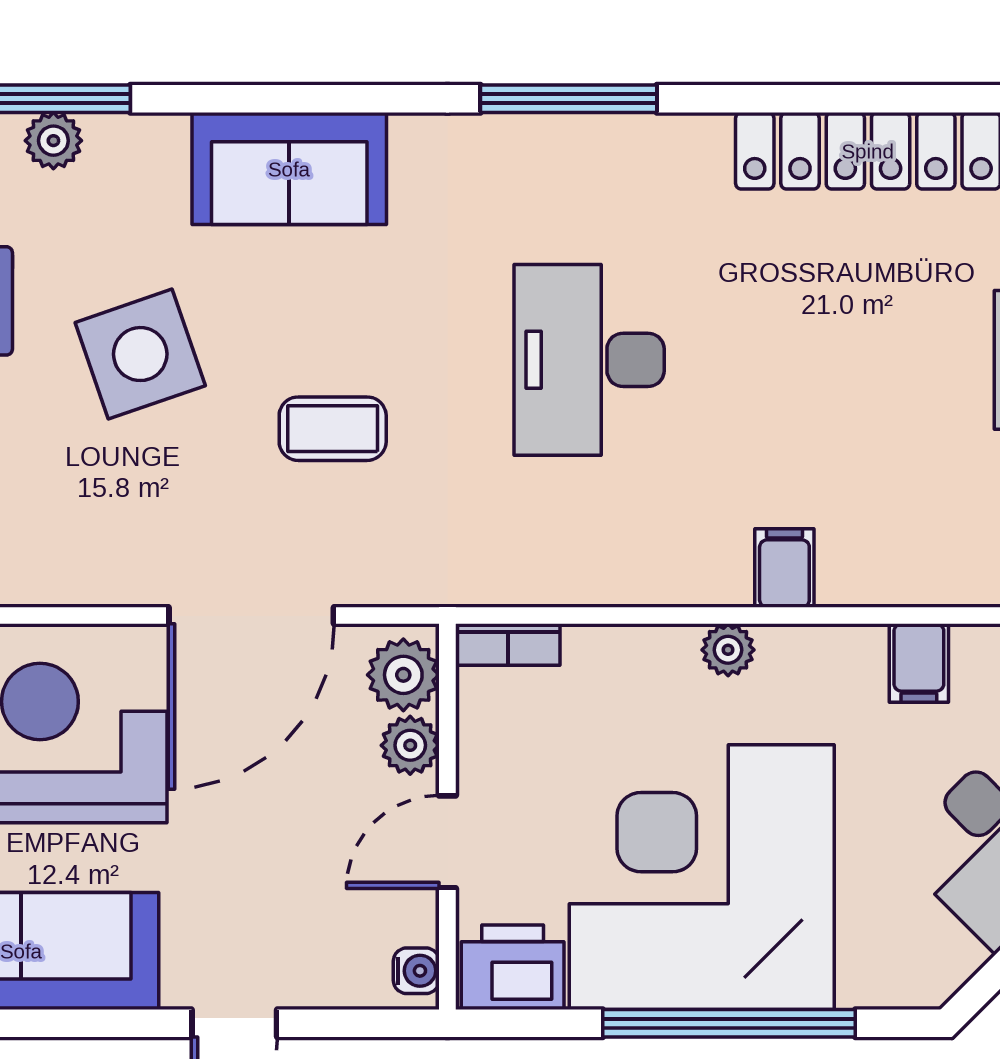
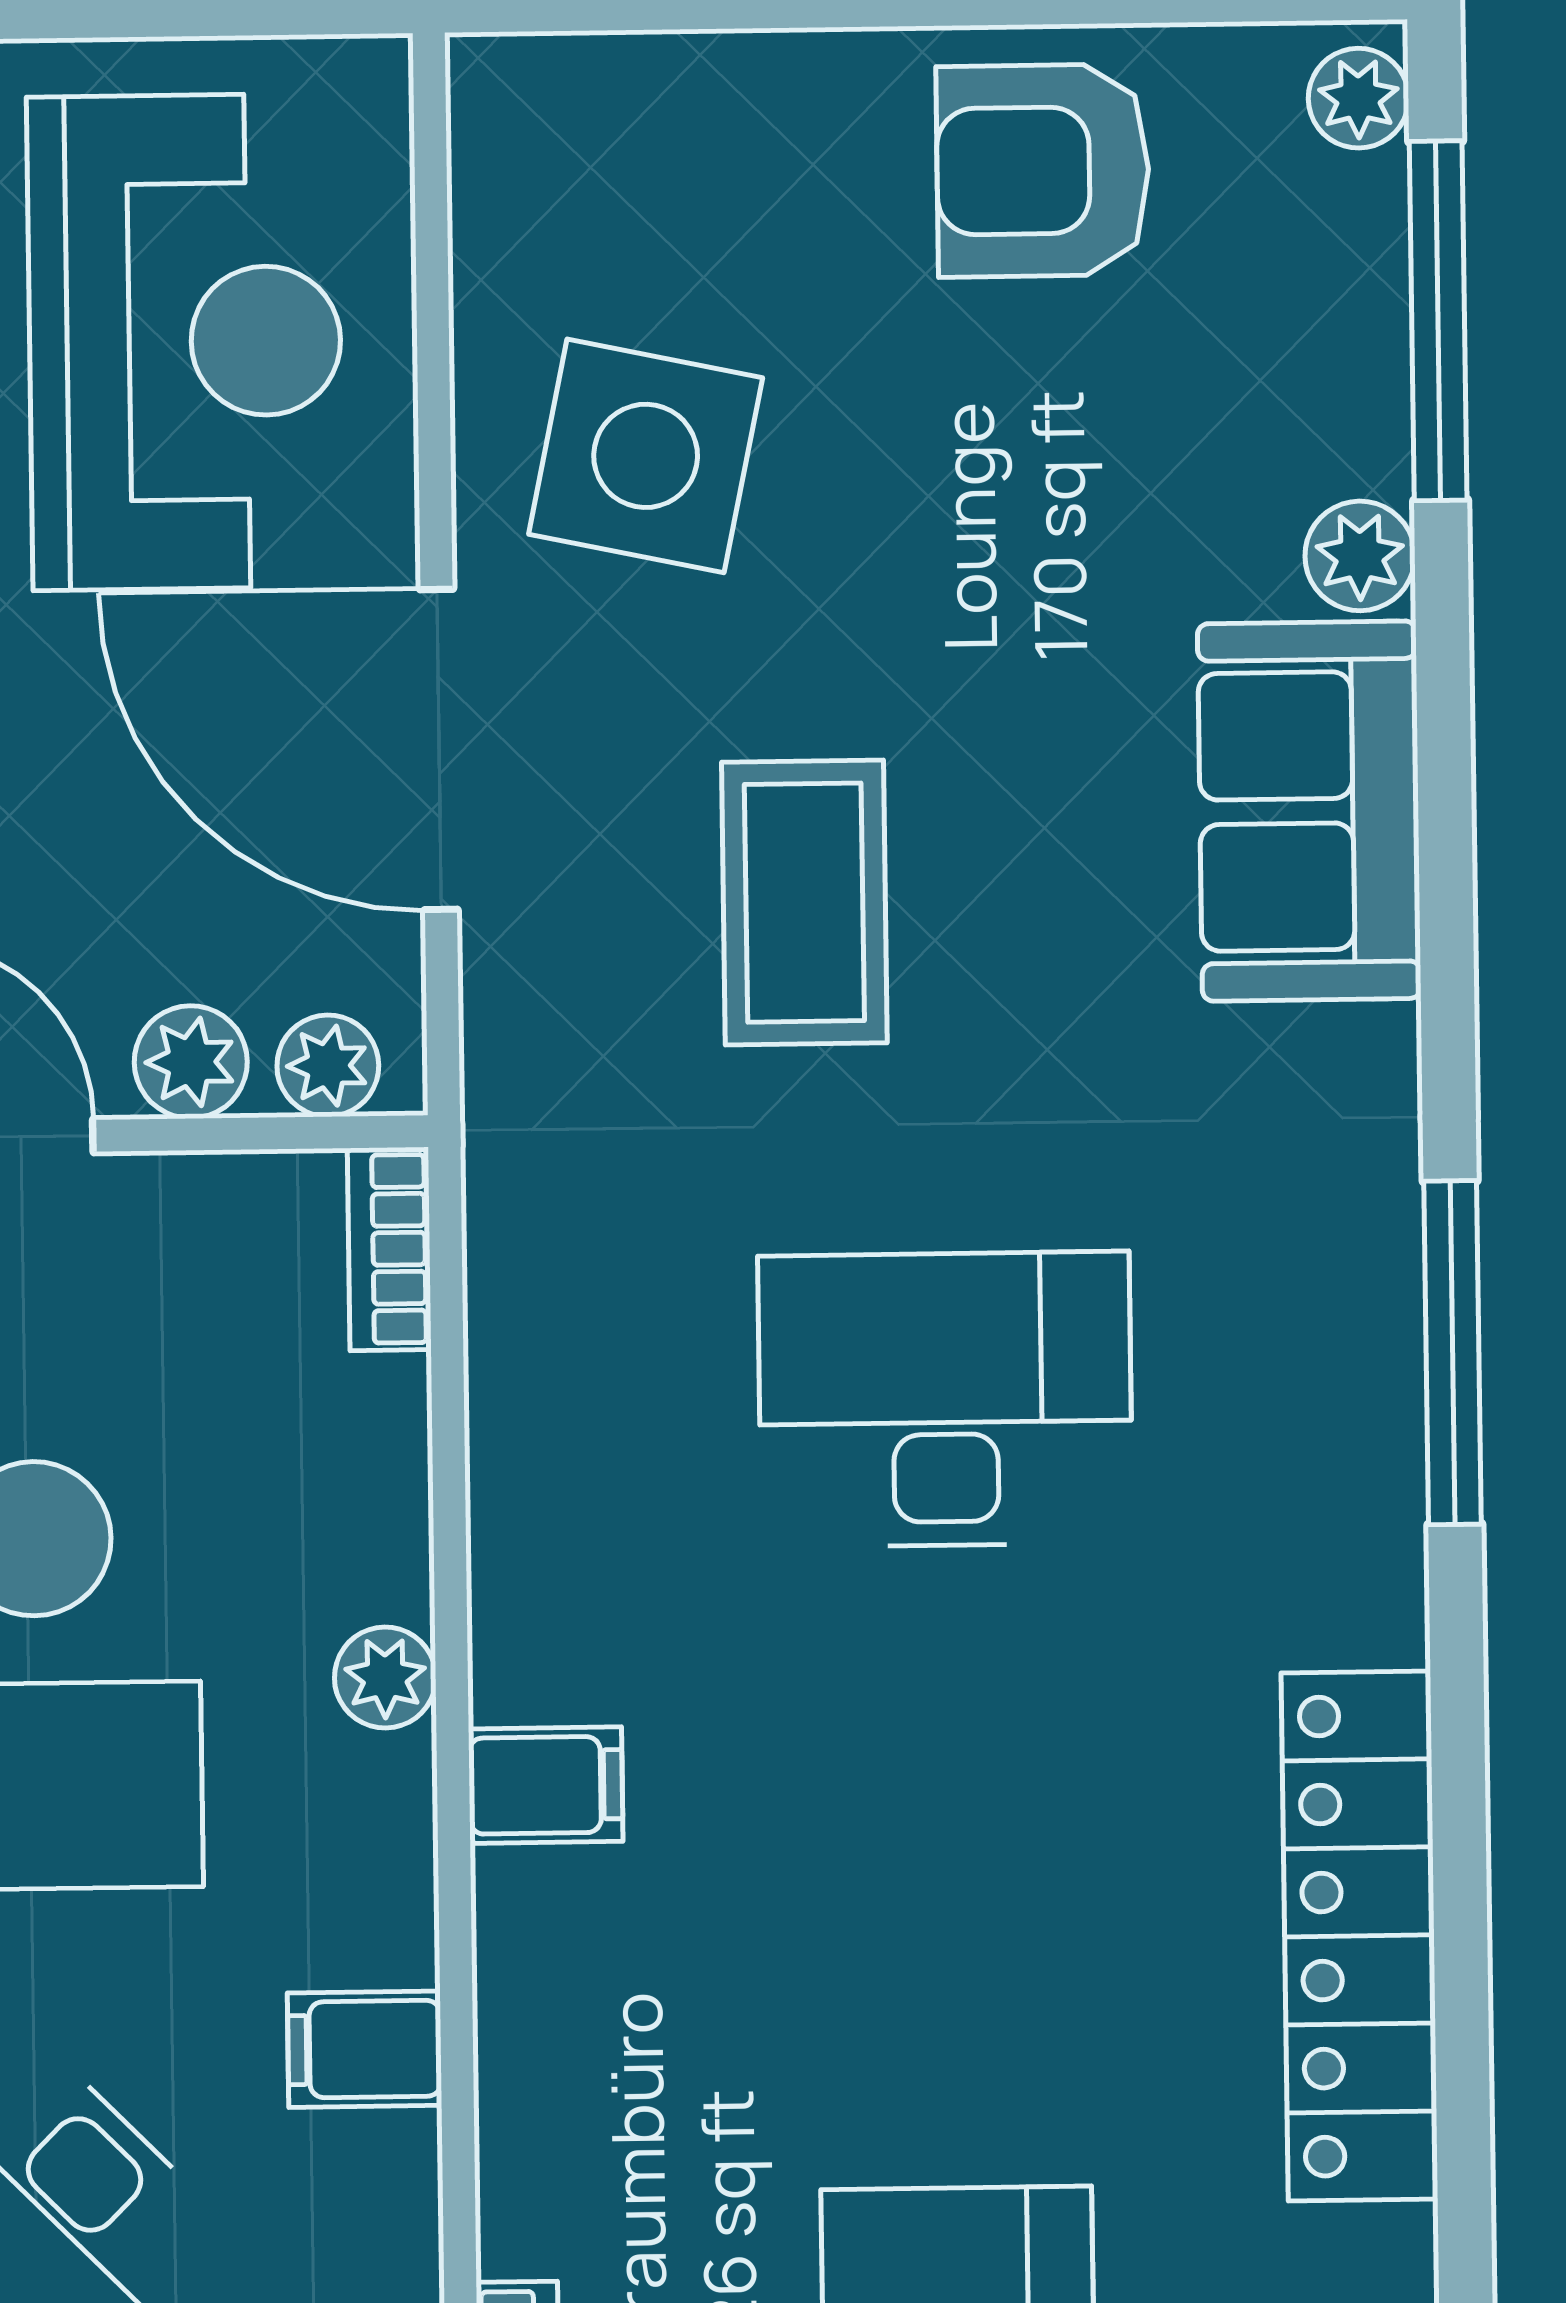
plant: (53, 141) -> (1360, 556), moved
side table: (140, 354) -> (646, 456), moved, turned 31
coffee table: (333, 429) -> (804, 903), width x1.36, depth x1.30
plant: (403, 675) -> (328, 1066), width x0.73, depth x0.73

